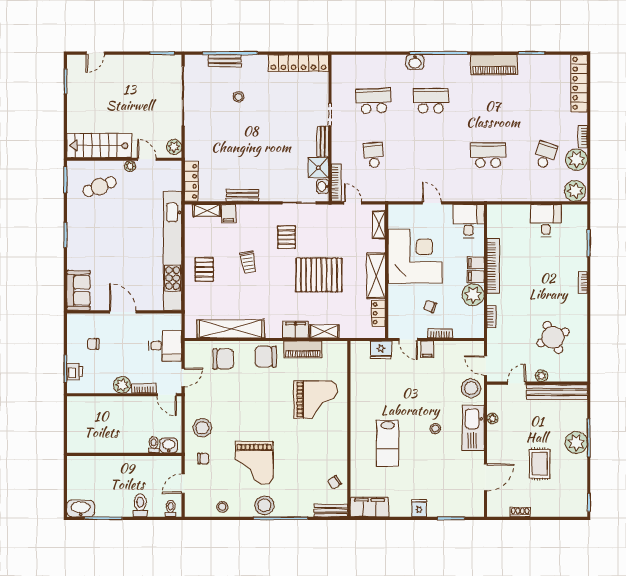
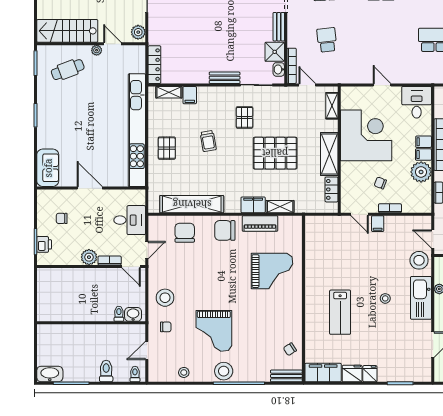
bench: (242, 195) -> (225, 78), moved
fridge: (381, 350) -> (352, 374), moved, turned 180
chair: (223, 359) -> (185, 233), turned -90

